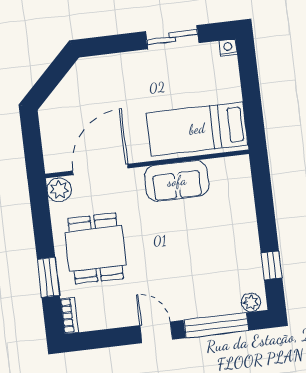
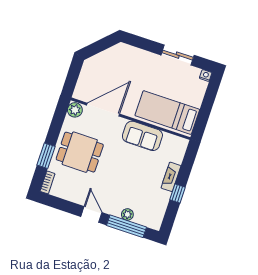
fireplace: (247, 221) -> (171, 177), added
dining table: (96, 248) -> (80, 152), turned 90
window: (271, 265) -> (177, 194), moved
plant: (251, 302) -> (127, 214), moved

